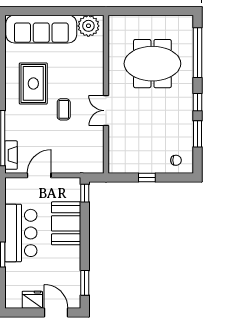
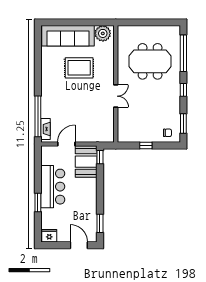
rug: (33, 83) -> (79, 68), moved, turned 90
coffee table: (64, 109) -> (84, 95), removed
double door: (106, 111) -> (116, 96), swing flipped
window: (198, 134) -> (183, 123), moved
booth: (66, 223) -> (86, 162), moved
fridge: (32, 300) -> (49, 236), moved

